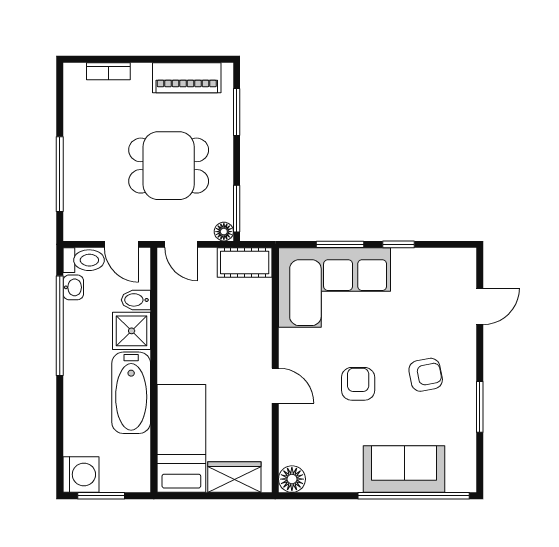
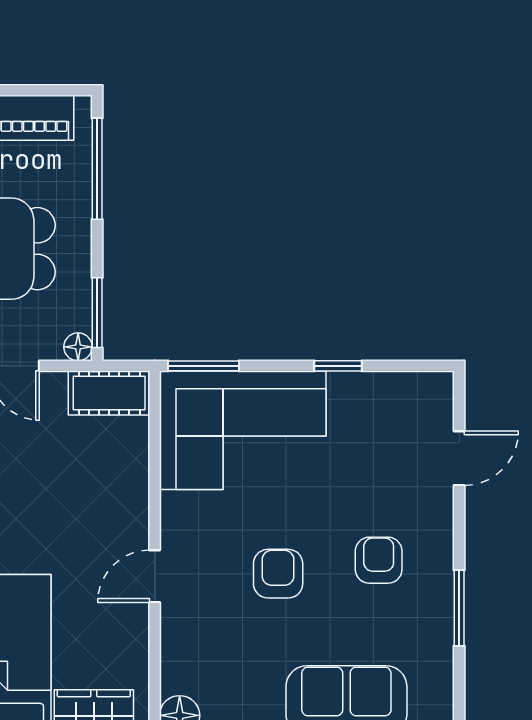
window: (237, 112) -> (97, 169), width x1.44
window: (340, 244) -> (203, 366), moved
armchair: (426, 375) -> (379, 560), turned -79
door: (275, 386) -> (155, 576), swing flipped

